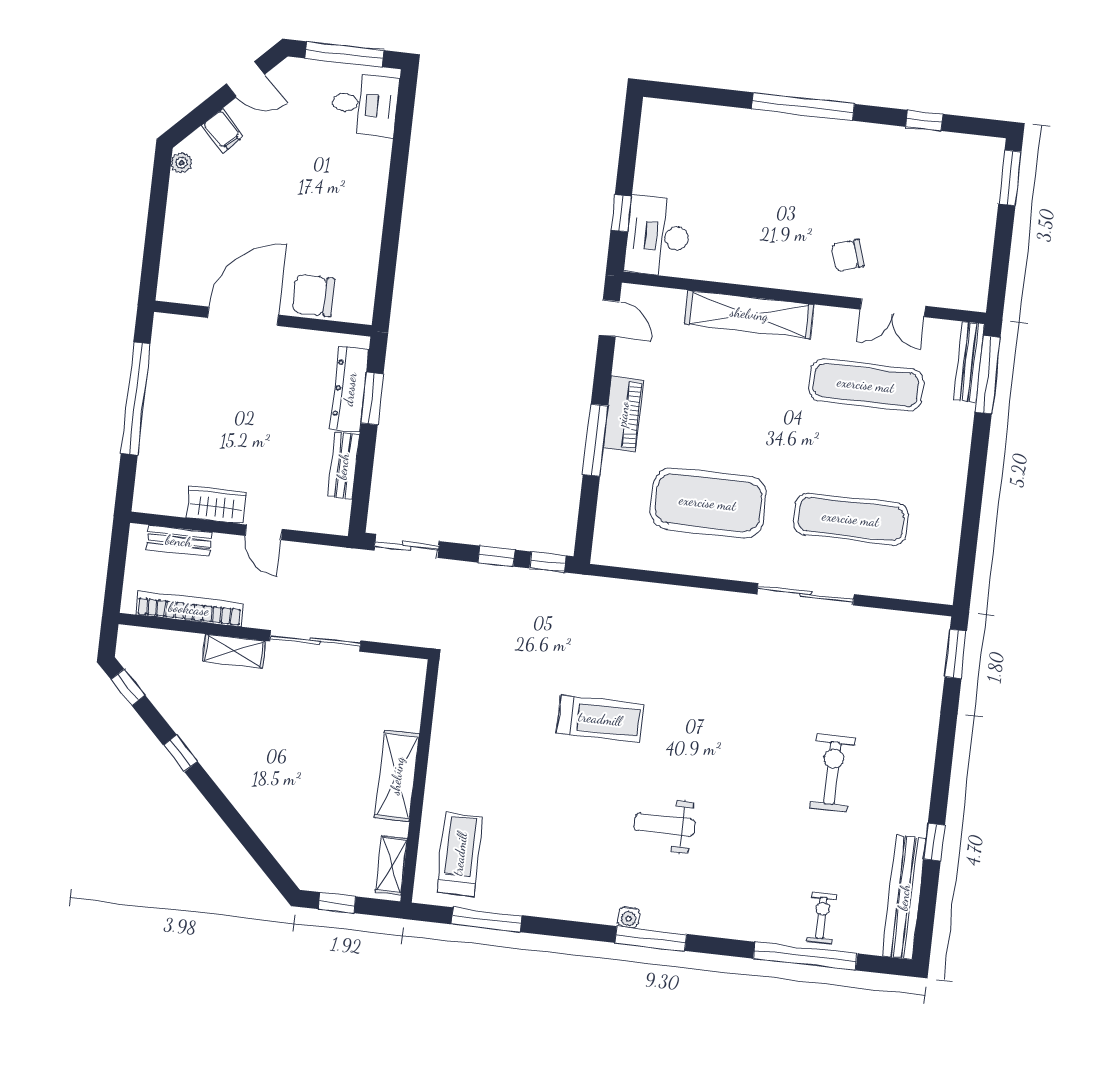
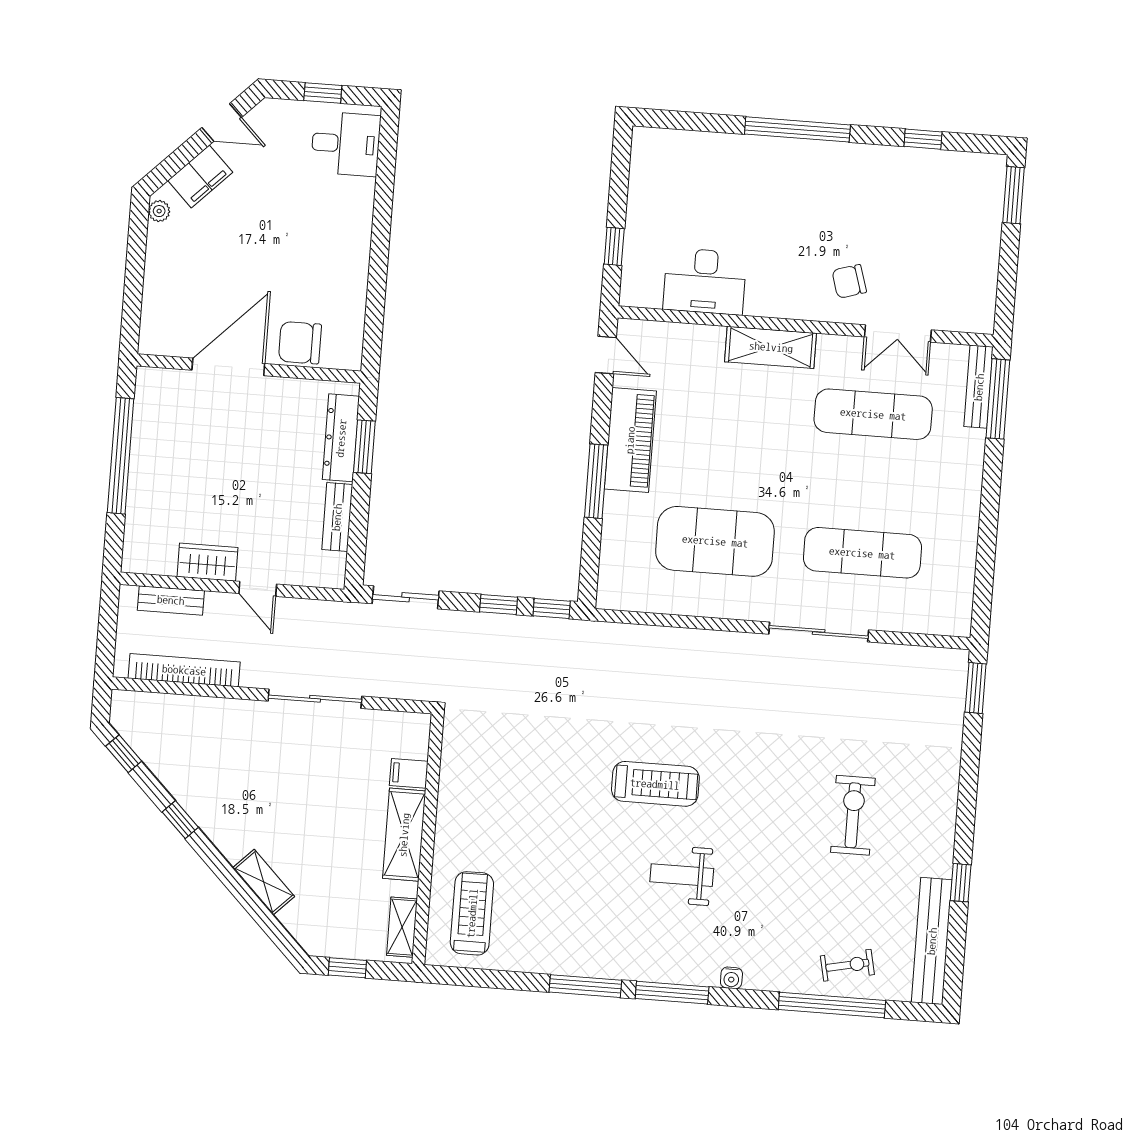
window: (344, 54) -> (323, 93), width x0.46
filing cabinet: (223, 131) -> (200, 176), width x2.00
desk: (658, 236) -> (705, 281), moved, turned -90
shelving: (749, 314) -> (771, 347), width x0.68
piano: (623, 414) -> (630, 440), width x1.37, depth x1.33
shelving: (234, 651) -> (264, 882), moved, turned 45
filing cabinet: (403, 717) -> (409, 773), added
treadmill: (600, 719) -> (655, 784), moved
water cooler: (629, 917) -> (731, 978), moved
exercise bike: (822, 918) -> (847, 965), turned 78
window: (487, 920) -> (585, 986), moved

